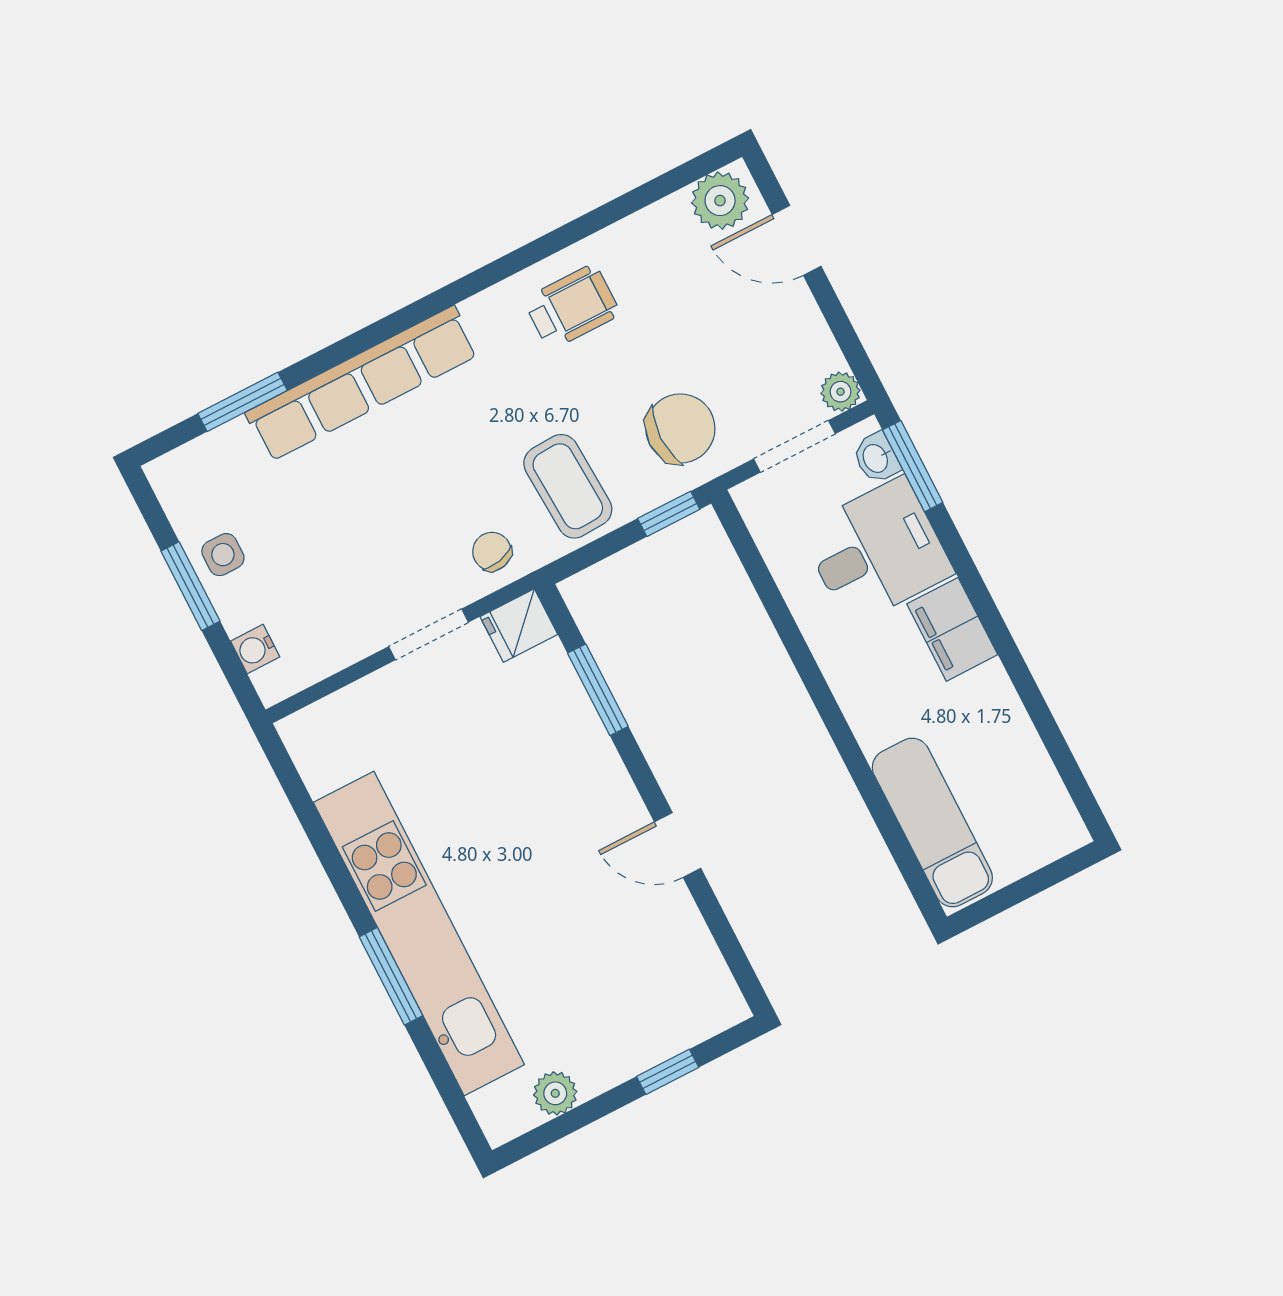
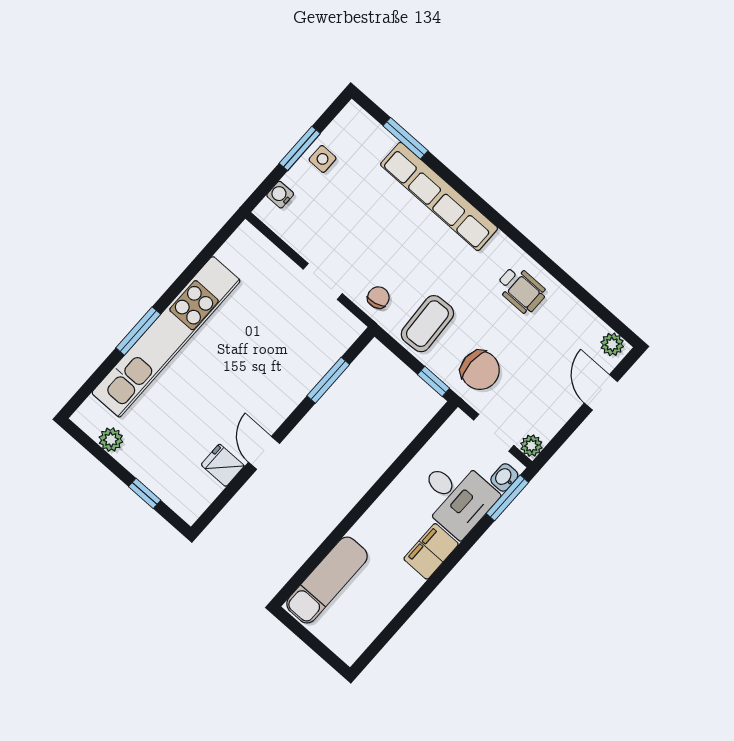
plant: (720, 201) -> (612, 344), width x0.73, depth x0.73
fridge: (519, 626) -> (223, 465), moved

